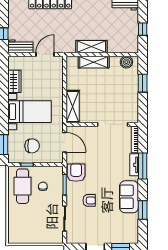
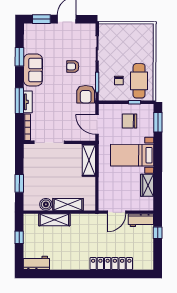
shelving: (91, 47) -> (54, 220), moved
boiler: (126, 62) -> (46, 204), moved

